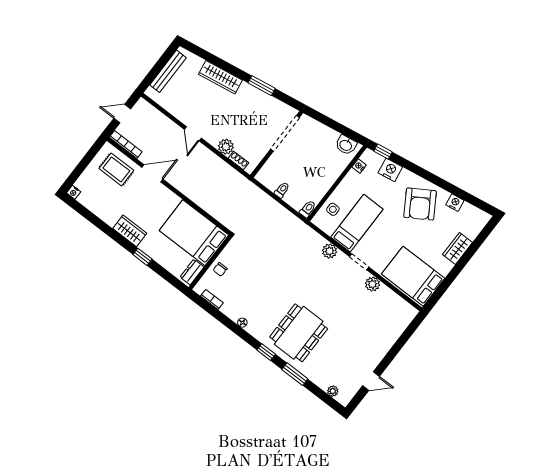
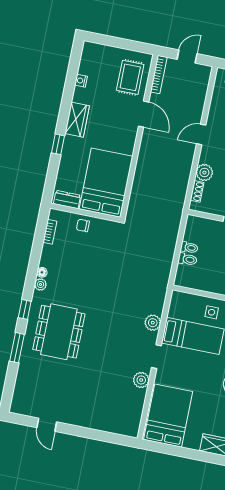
door: (122, 114) -> (187, 57), hinge flipped
nightstand: (74, 192) -> (81, 81), moved
toilet: (308, 209) -> (188, 259), moved
side table: (333, 209) -> (212, 312), moved
dining table: (299, 333) -> (59, 332), turned 90
plant: (333, 391) -> (40, 284), moved

